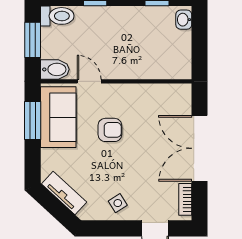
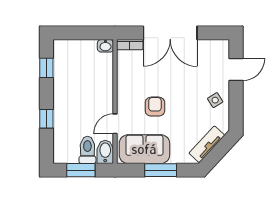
toilet: (57, 16) -> (87, 150), moved
washbasin: (184, 20) -> (105, 46), moved
window: (33, 120) -> (161, 170), moved
bookcase: (185, 199) -> (130, 45), moved

